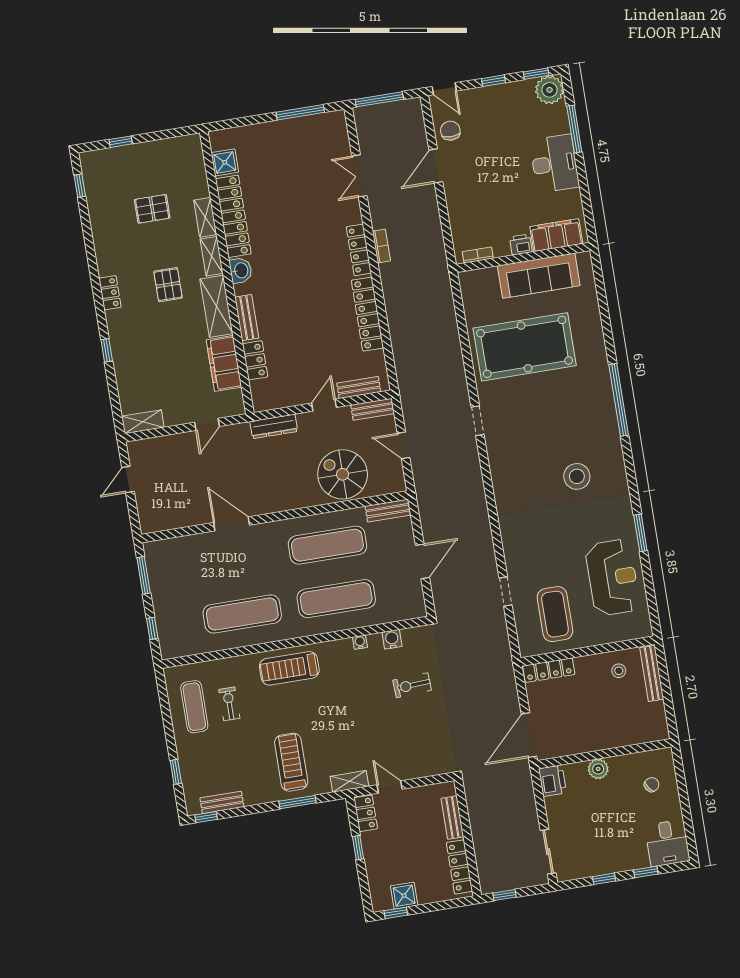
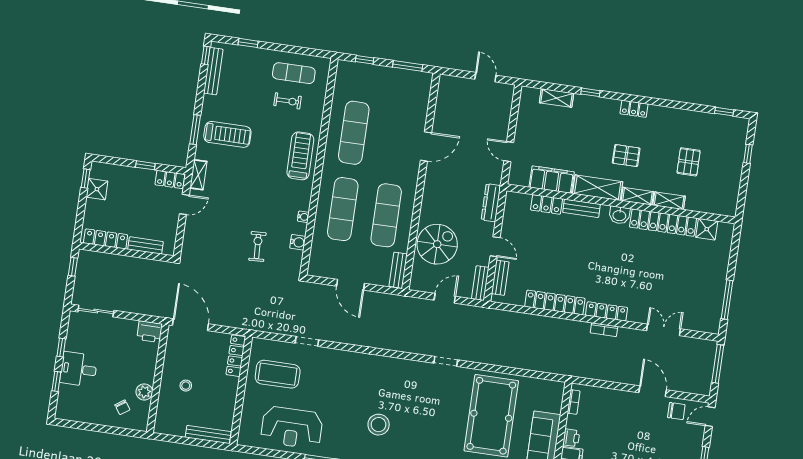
shelving: (143, 422) -> (557, 98), moved, turned 90
stool: (619, 671) -> (186, 386), moved
plant: (598, 769) -> (144, 392), moved
bench: (222, 802) -> (213, 71), width x1.36
desk: (667, 843) -> (79, 369), moved

